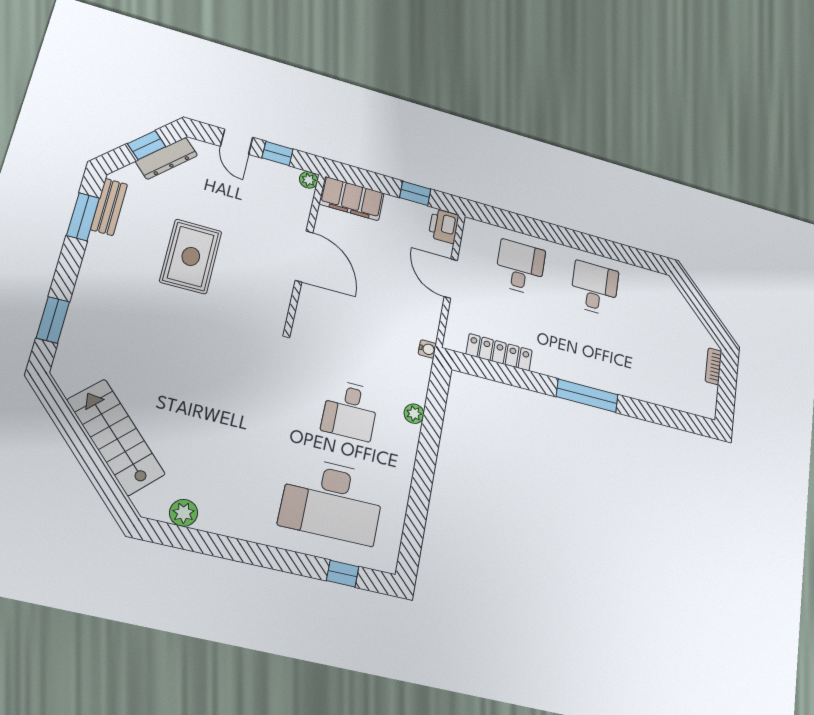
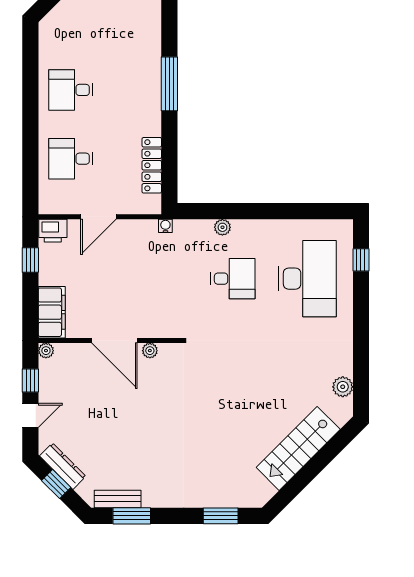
rug: (191, 256) -> (141, 428), removed
door: (304, 256) -> (114, 341), swing flipped
plant: (283, 292) -> (150, 351), added

